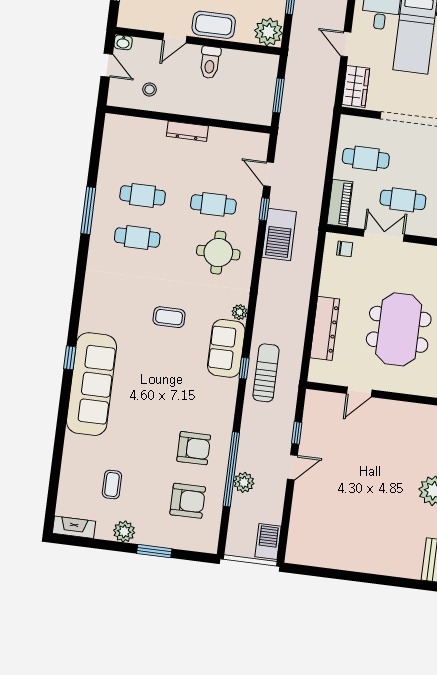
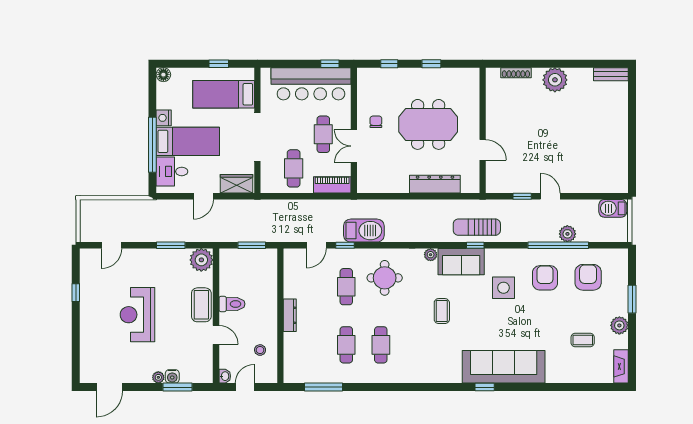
window: (88, 211) -> (324, 387), moved
chair: (345, 249) -> (376, 122), moved
side table: (188, 396) -> (503, 288), added

